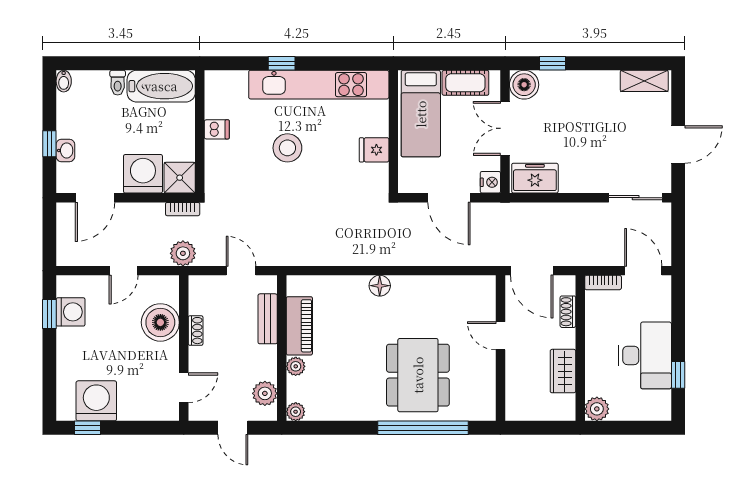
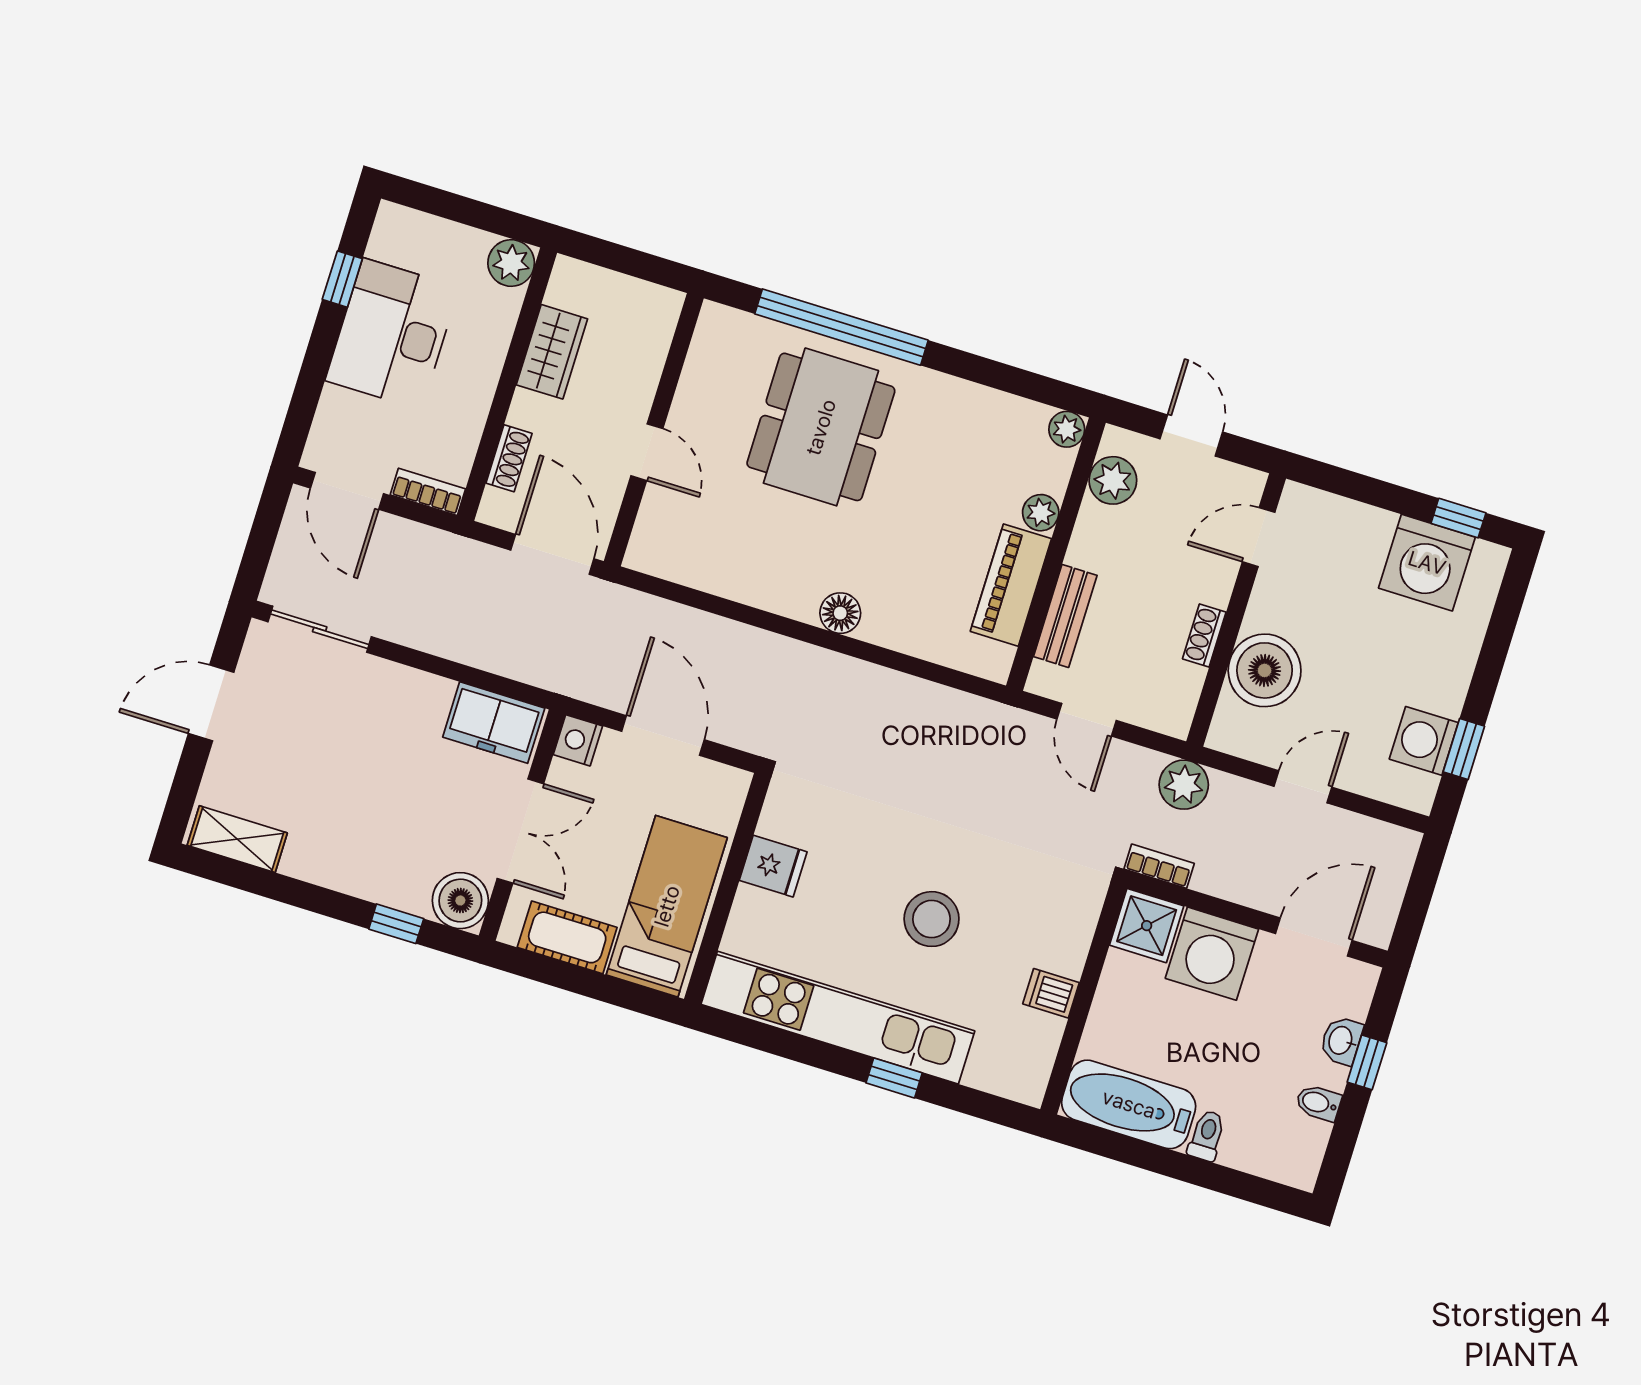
bidet: (64, 81) -> (1318, 1103), moved, turned -90

